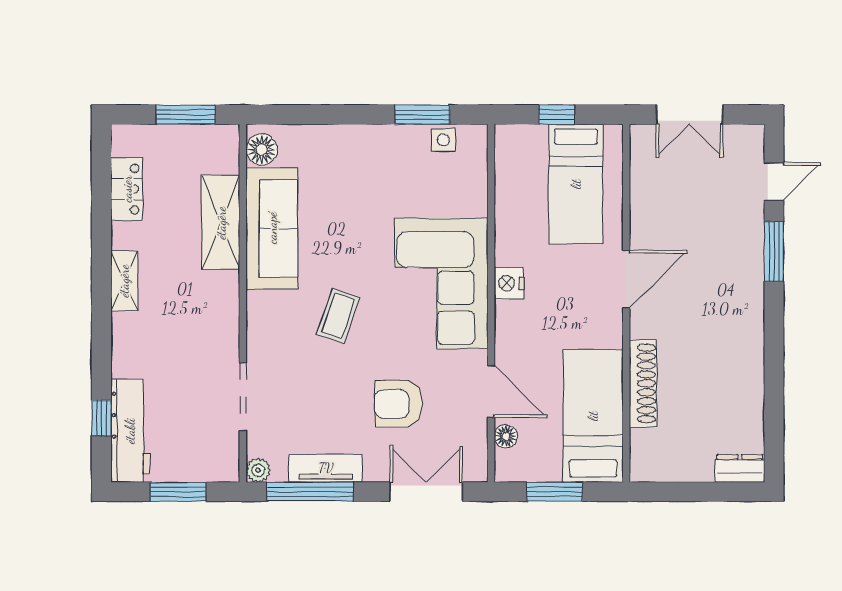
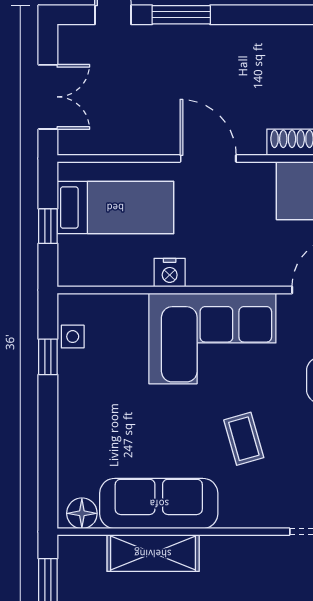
window: (422, 115) -> (48, 357), width x0.67
nightstand: (509, 283) -> (170, 273), moved
coffee table: (338, 316) -> (244, 439), turned 55

